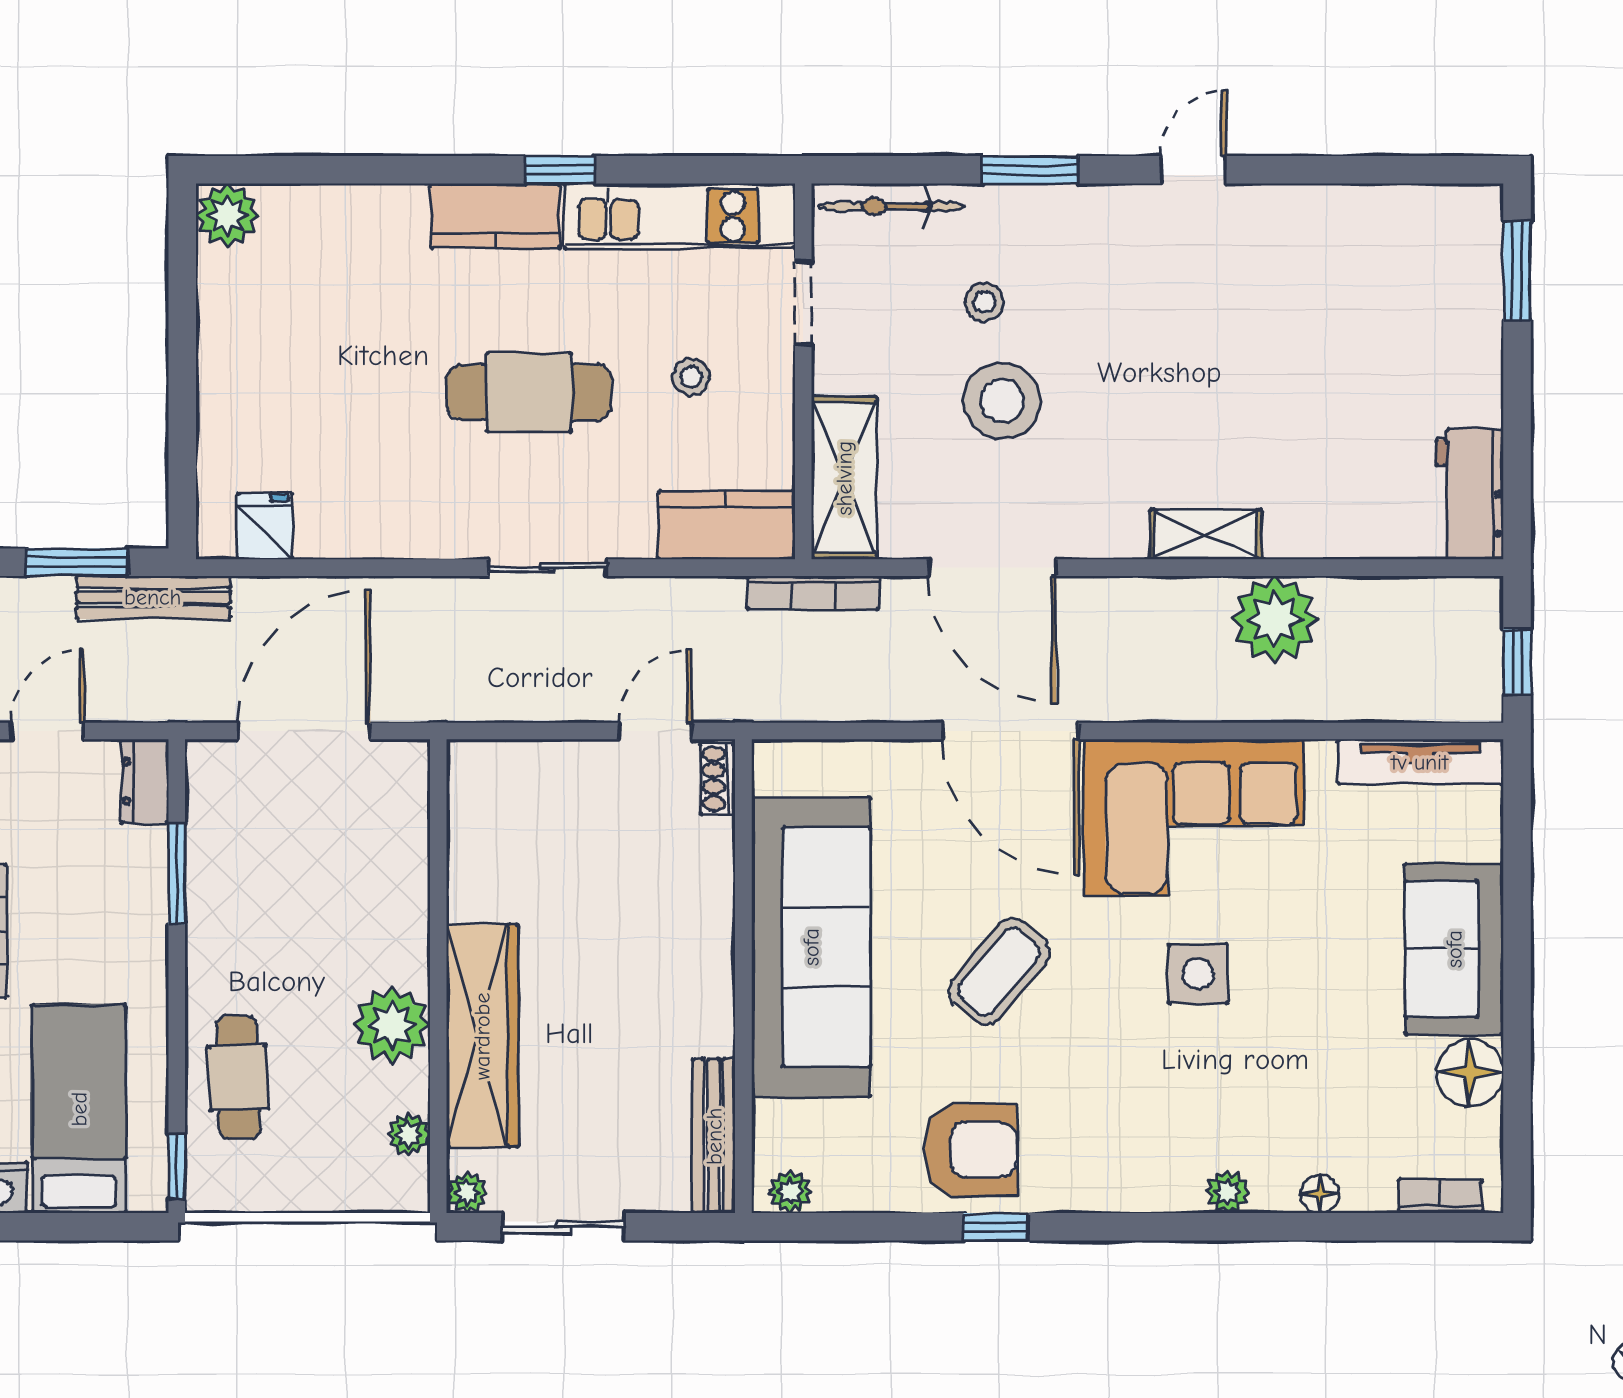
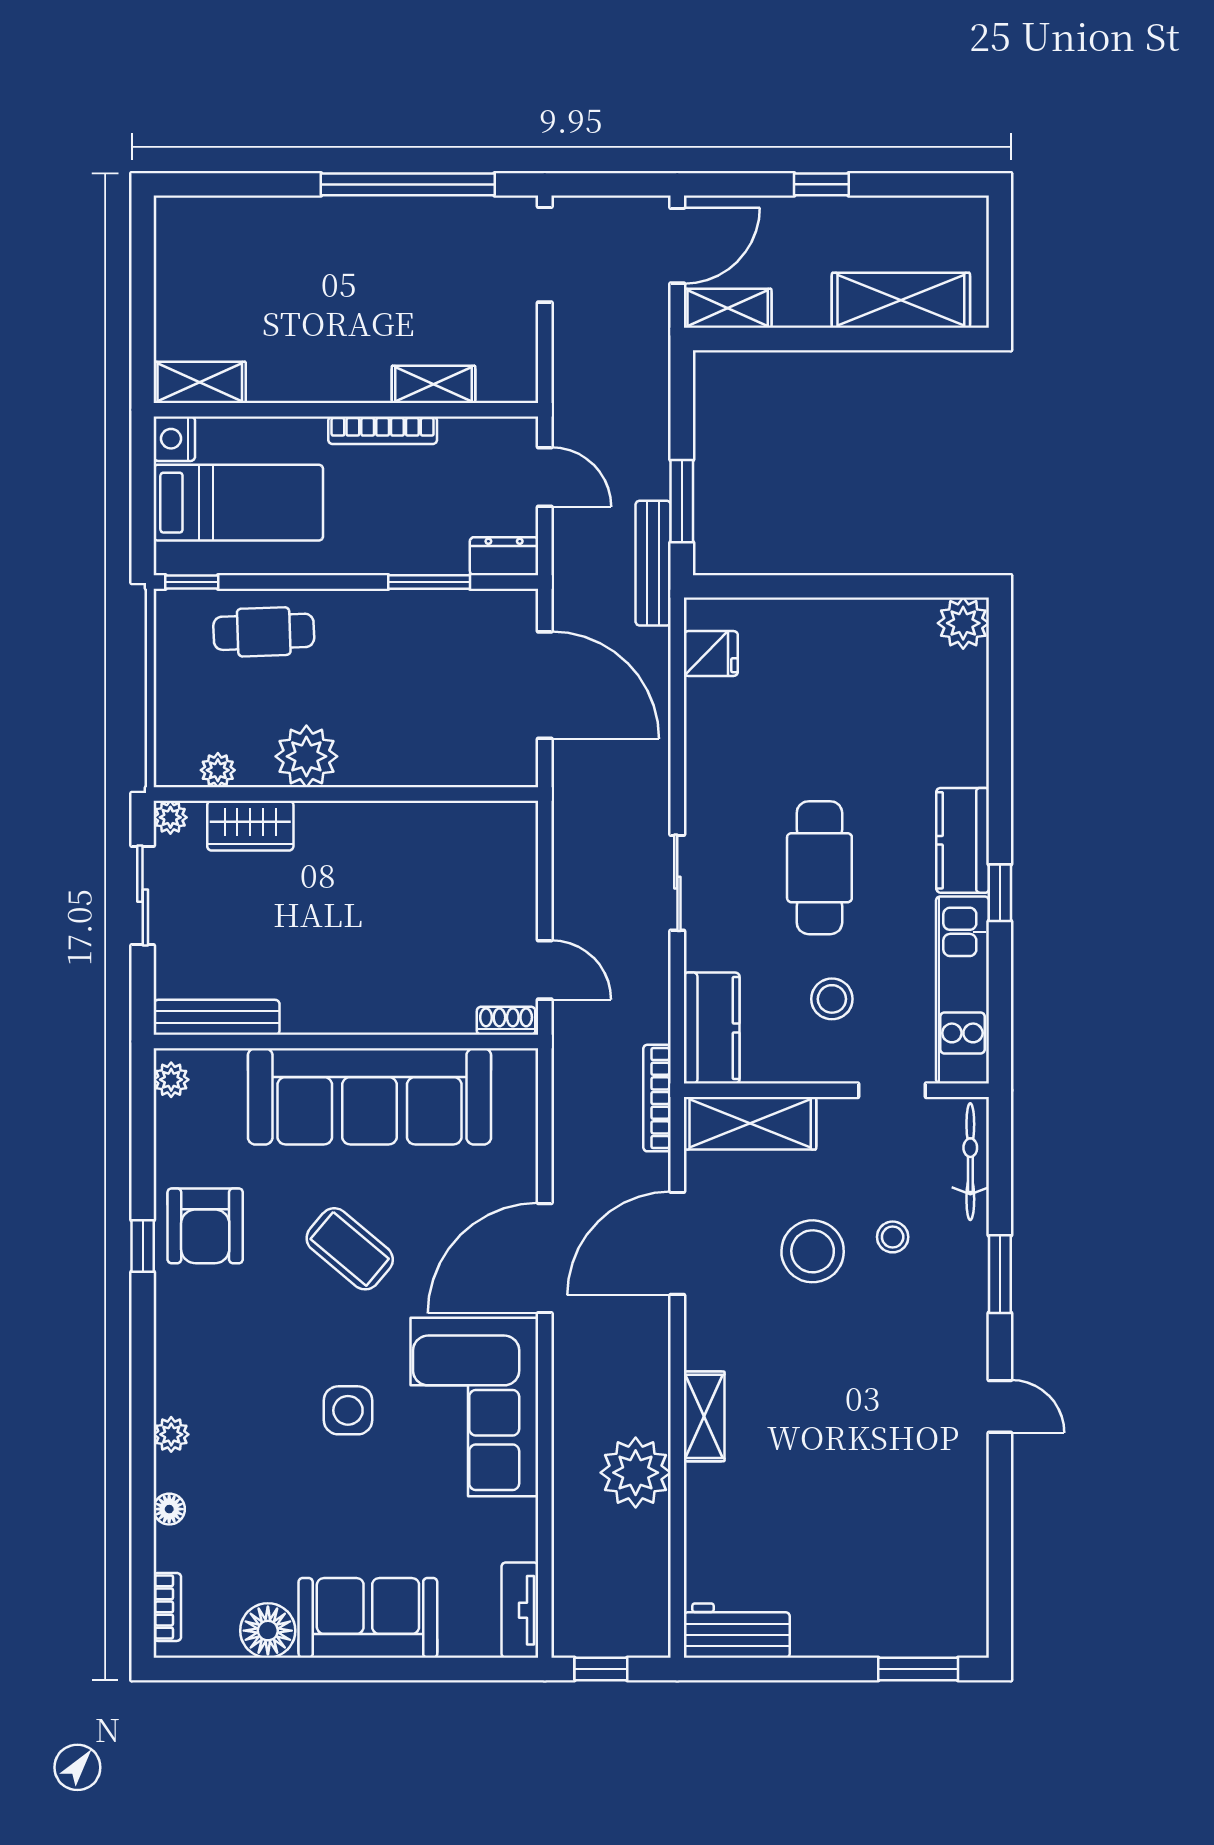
stool: (691, 377) -> (832, 999), width x1.37, depth x1.37
tv unit: (1420, 762) -> (520, 1610), width x0.71
wardrobe: (482, 1036) -> (250, 826), width x0.48, depth x0.85

